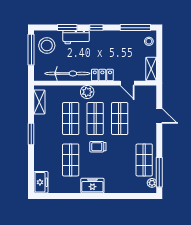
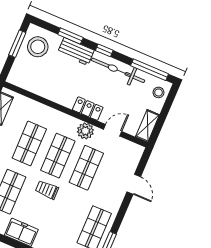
window: (31, 50) -> (17, 44), width x0.69
bicycle: (67, 73) -> (118, 70), moved, turned 180
door: (127, 83) -> (113, 130), swing flipped
plant: (87, 92) -> (85, 131), moved

